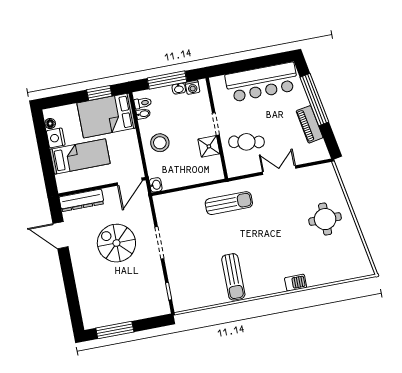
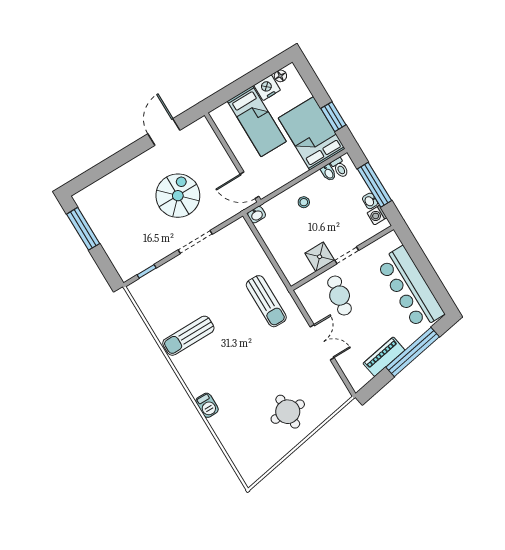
stool: (160, 143) -> (304, 202), width x0.53, depth x0.53
dresser: (81, 200) -> (210, 141), removed

